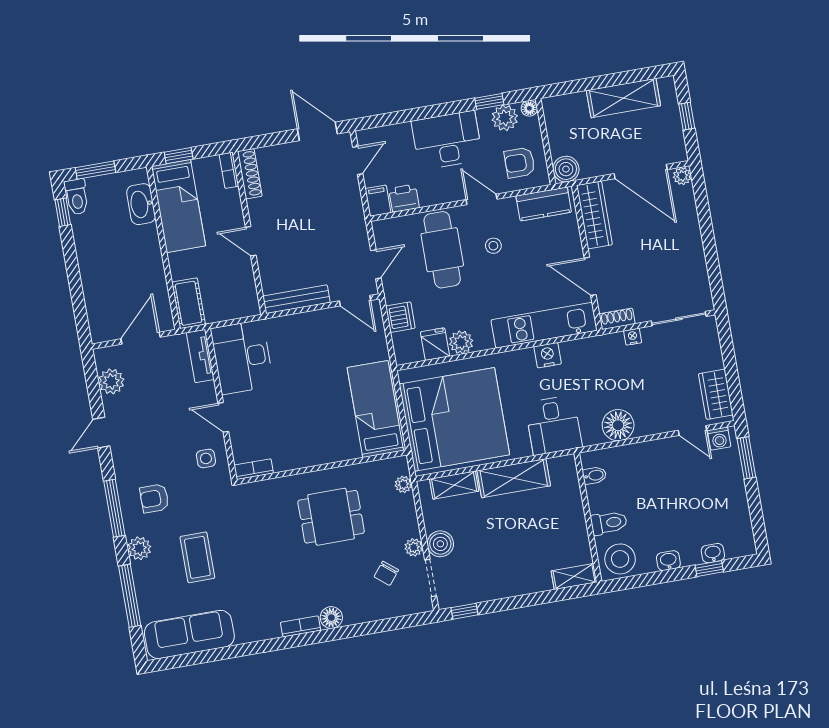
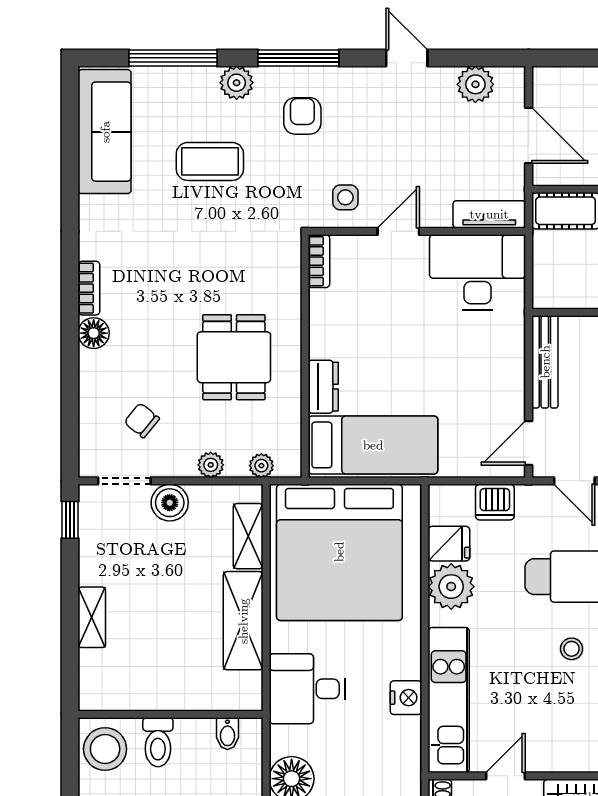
door: (590, 276) -> (505, 776), width x0.73
plant: (461, 342) -> (451, 587), width x1.36, depth x1.36
dresser: (341, 451) -> (323, 387), added
plant: (414, 547) -> (211, 465), moved
shelving: (574, 577) -> (92, 617), moved

